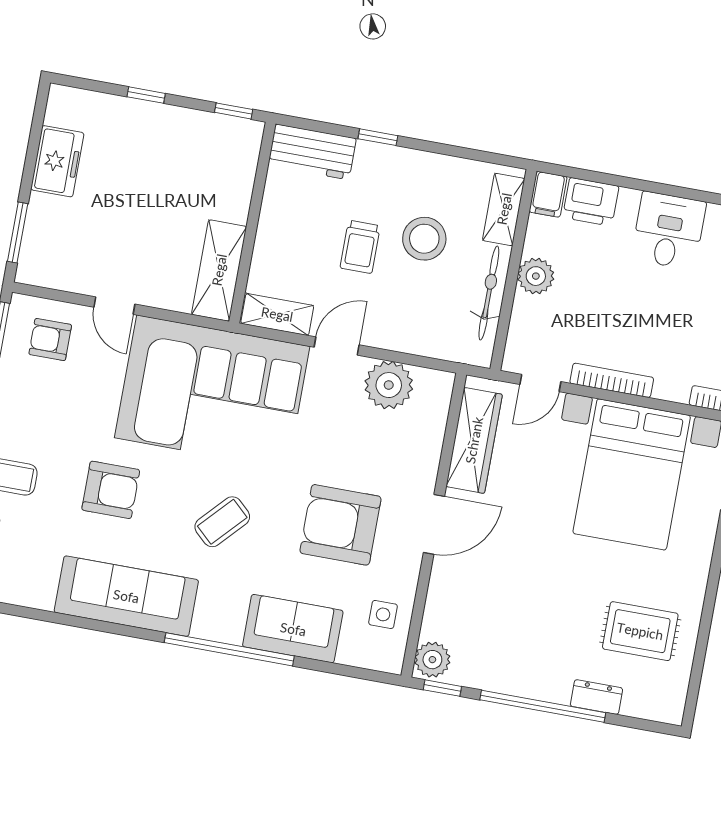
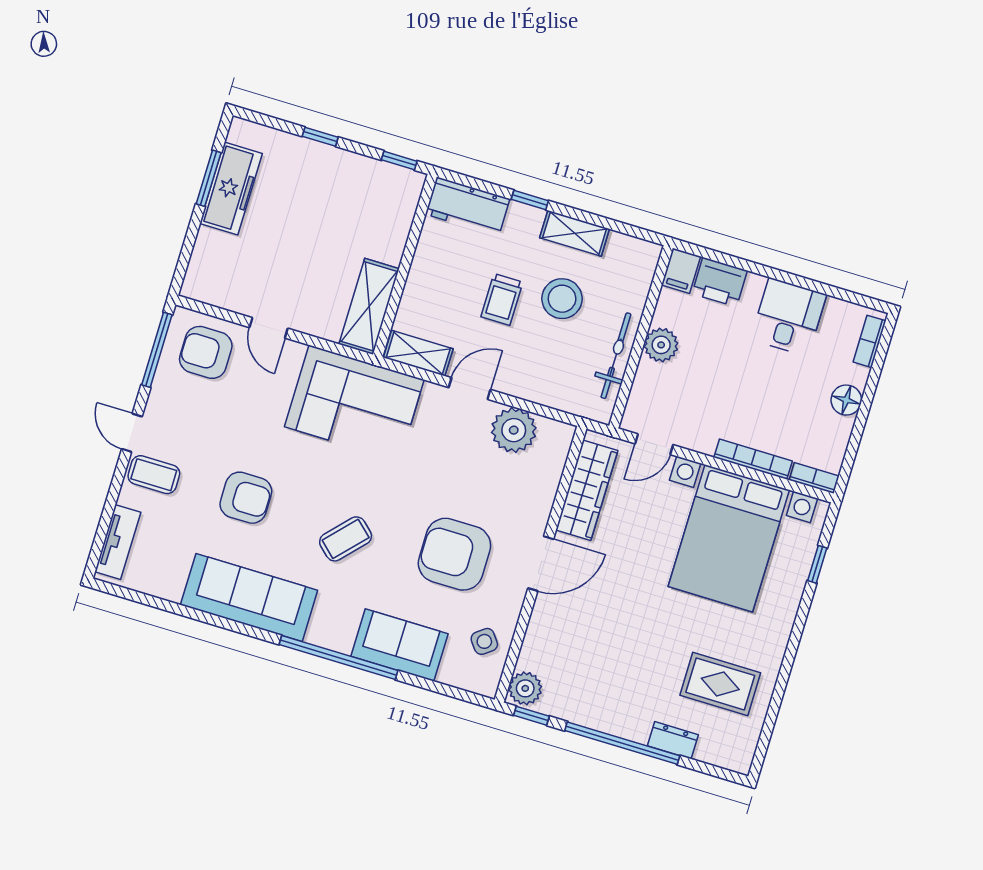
freezer: (57, 161) -> (231, 188), width x1.40
shelving: (504, 209) -> (575, 233), moved, turned 90
window: (18, 233) -> (209, 178), moved
armchair: (50, 340) -> (206, 352), width x1.38, depth x1.38
bookcase: (612, 380) -> (753, 459), moved
corner sofa: (212, 392) -> (354, 403), width x0.73, depth x0.74
side table: (383, 614) -> (484, 641), turned -37

